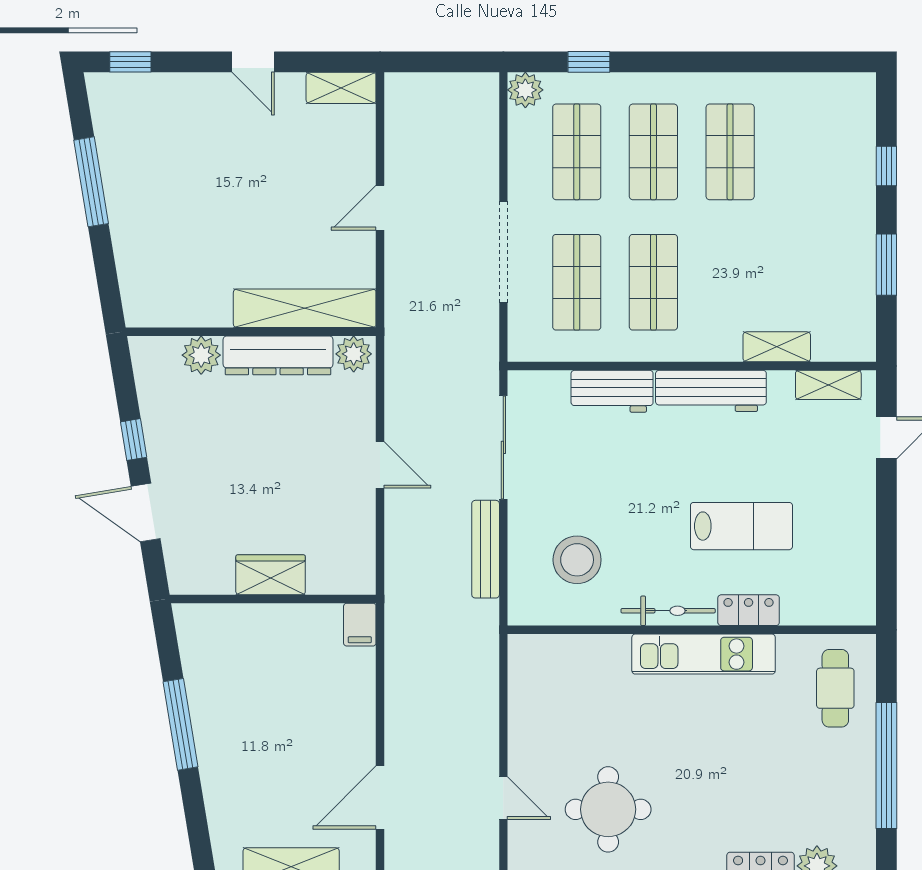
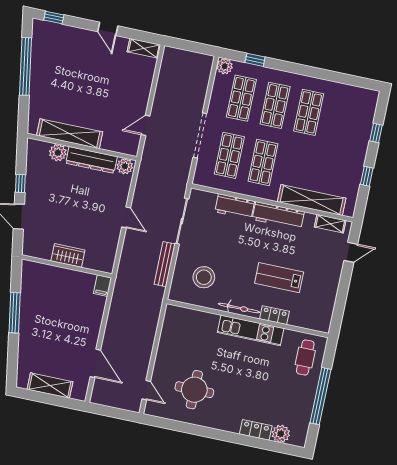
window: (91, 182) -> (26, 66), width x1.46
door: (380, 208) -> (146, 125), moved
window: (886, 265) -> (367, 176), width x0.67
shelving: (305, 308) -> (70, 134), moved
shelving: (777, 347) -> (312, 200), width x2.20, depth x1.33
lab bench: (741, 526) -> (279, 278), turned 180
door: (380, 797) -> (95, 363), swing flipped
door: (503, 798) -> (146, 390), moved

